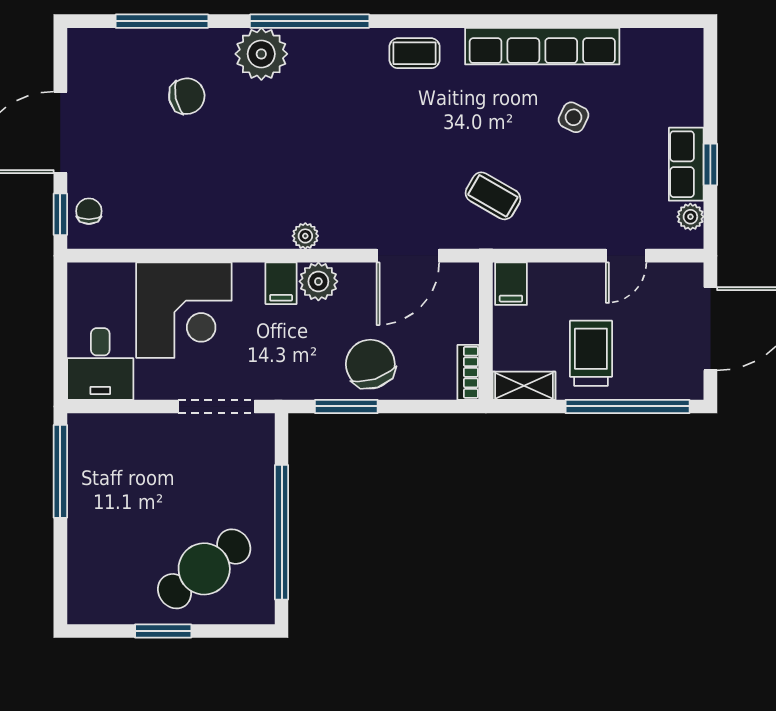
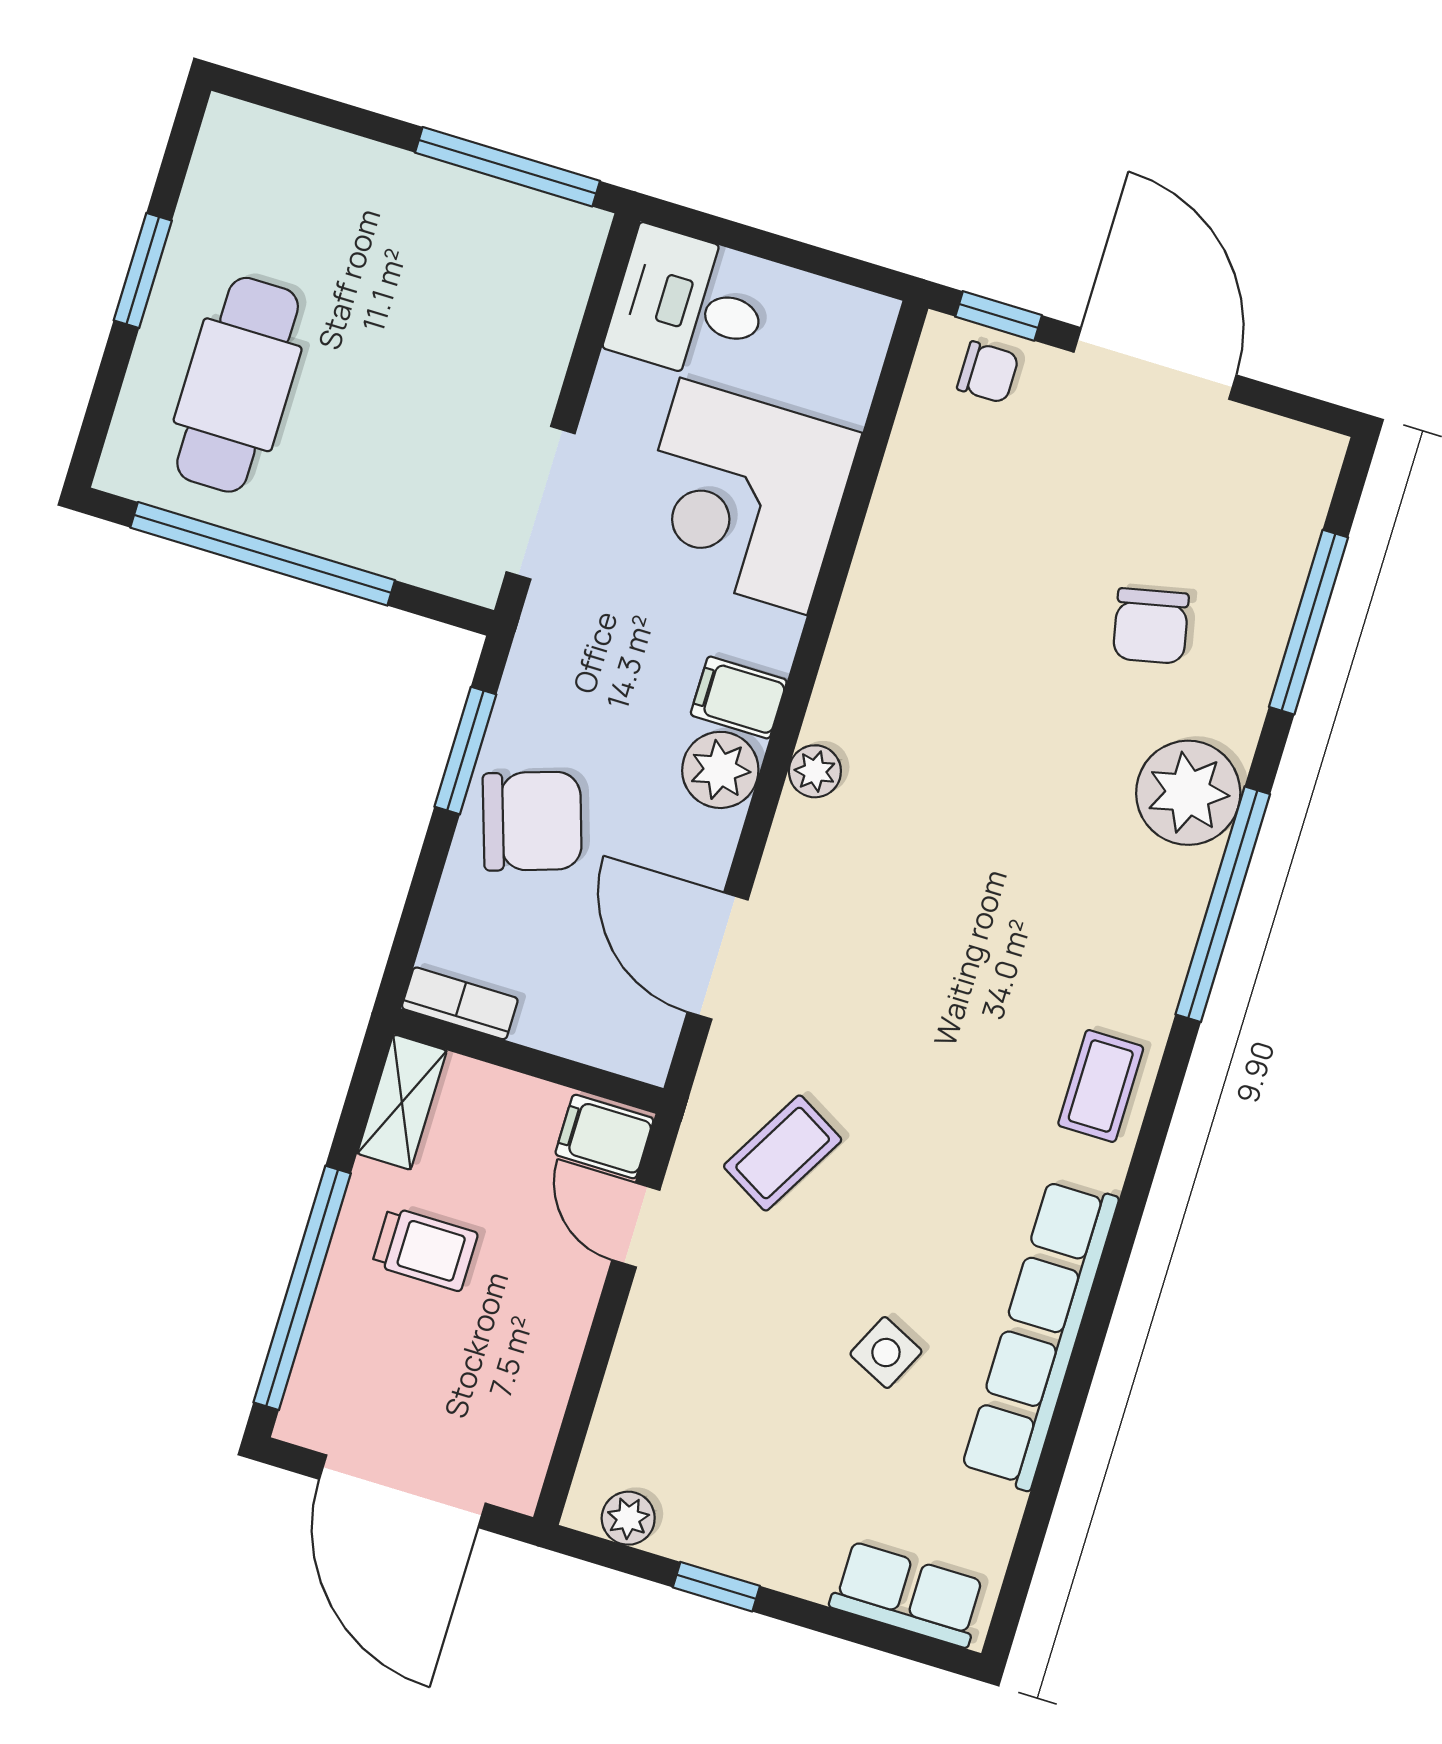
row of seats: (686, 164) -> (908, 1594), moved
door: (626, 256) -> (636, 1225), moved
trolley: (591, 353) -> (425, 1249), width x0.73, depth x0.72
cafe table: (204, 569) -> (238, 385), turned 37

